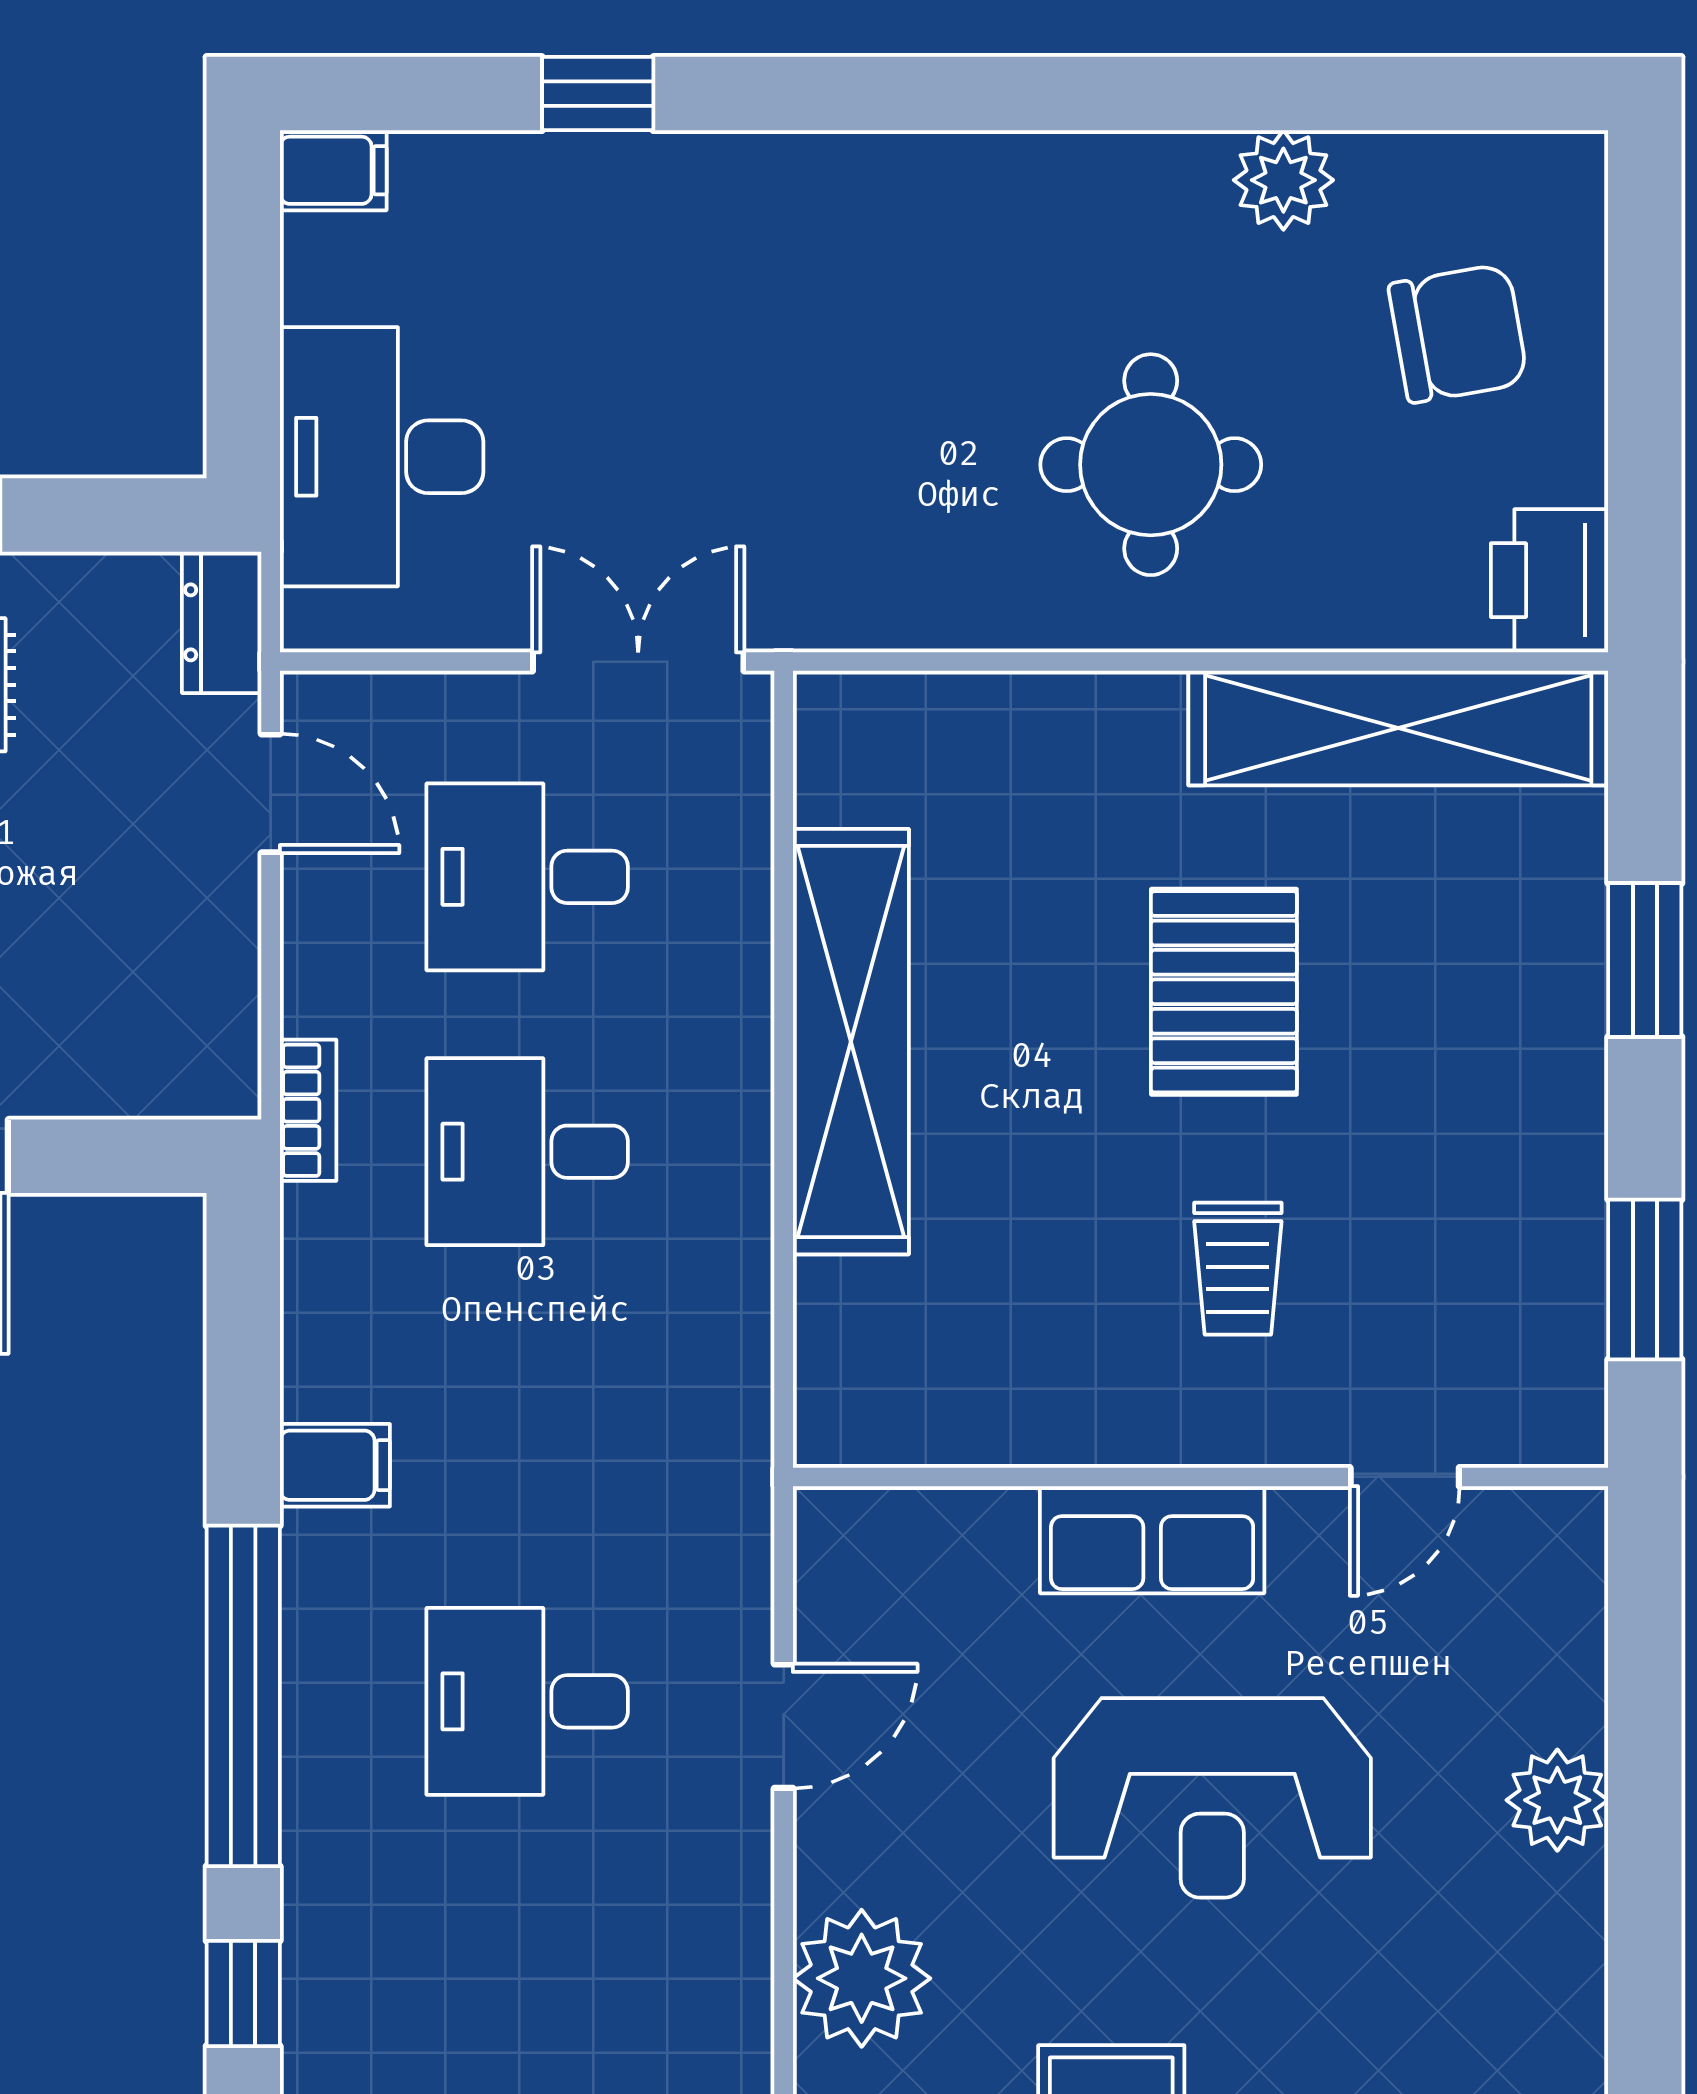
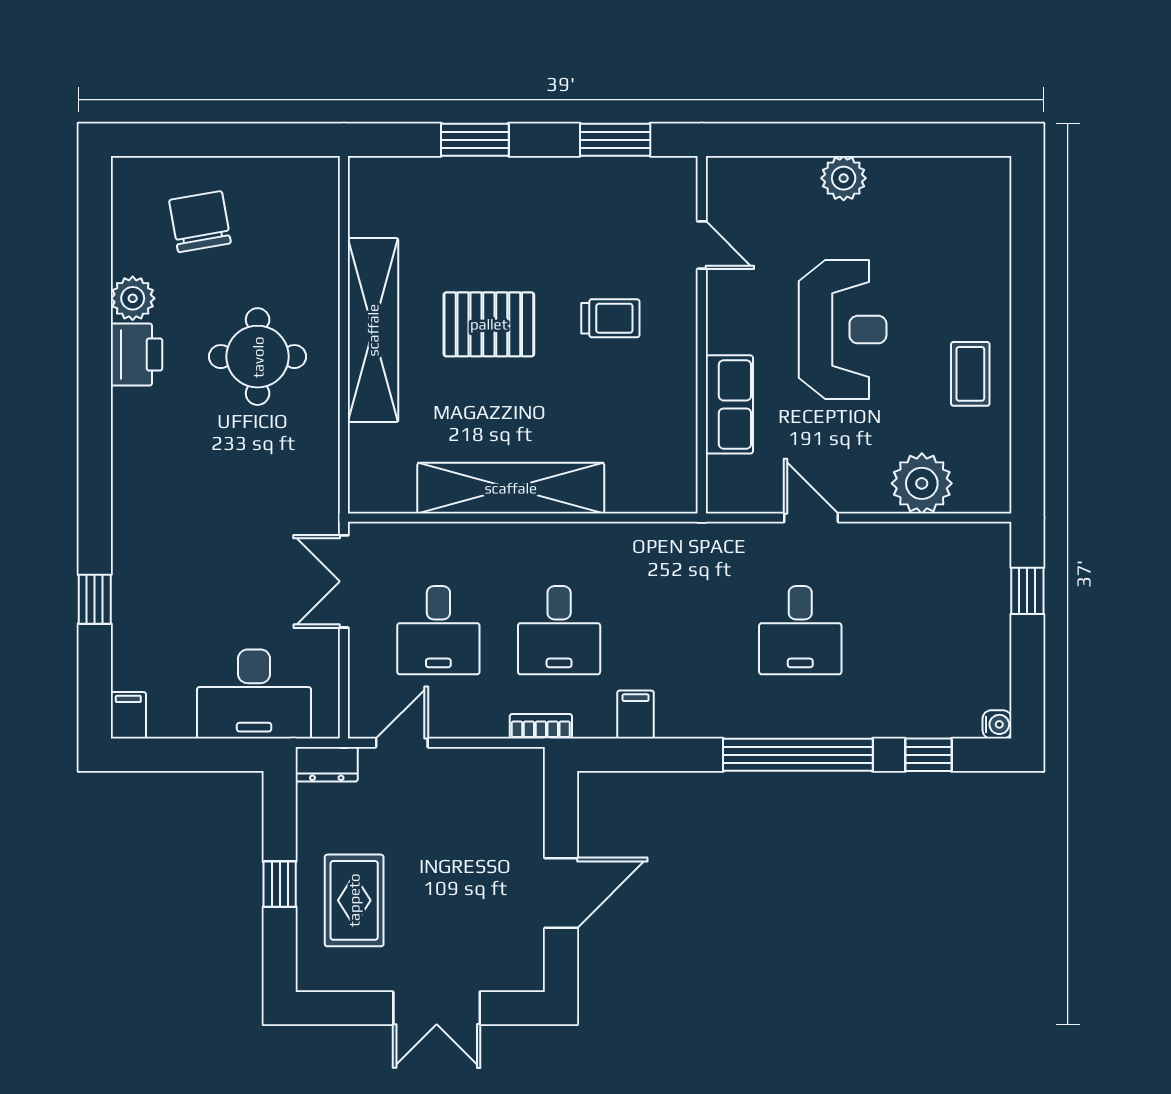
printer: (1550, 580) -> (137, 355), moved, turned -90
shelving: (1398, 728) -> (373, 330), moved
filing cabinet: (335, 1465) -> (636, 715), moved
row of seats: (1152, 1540) -> (729, 404), moved

